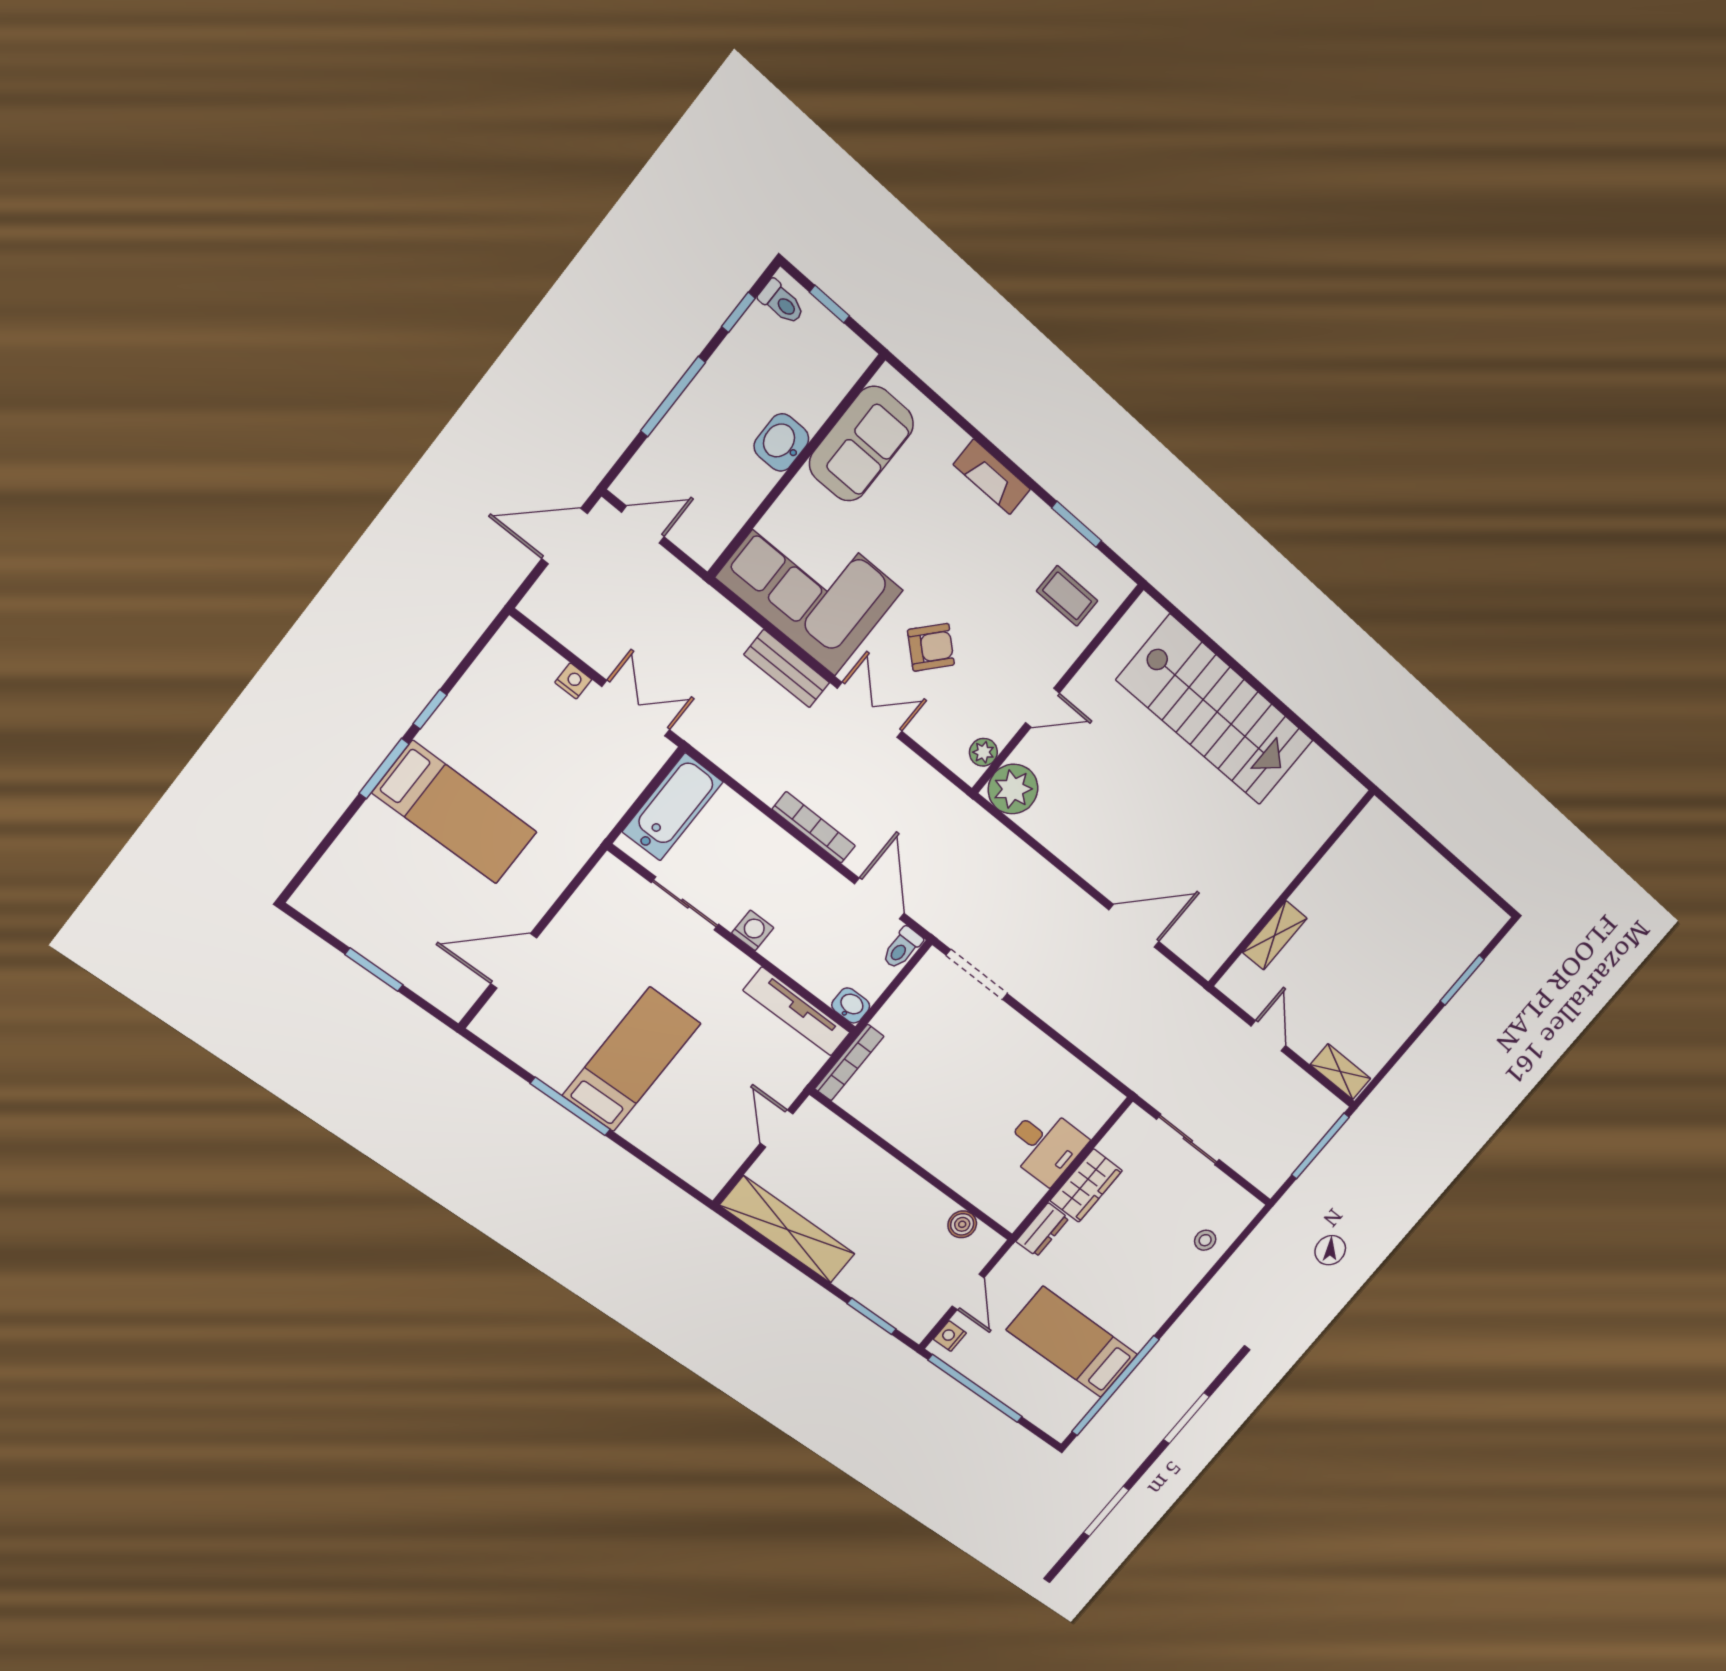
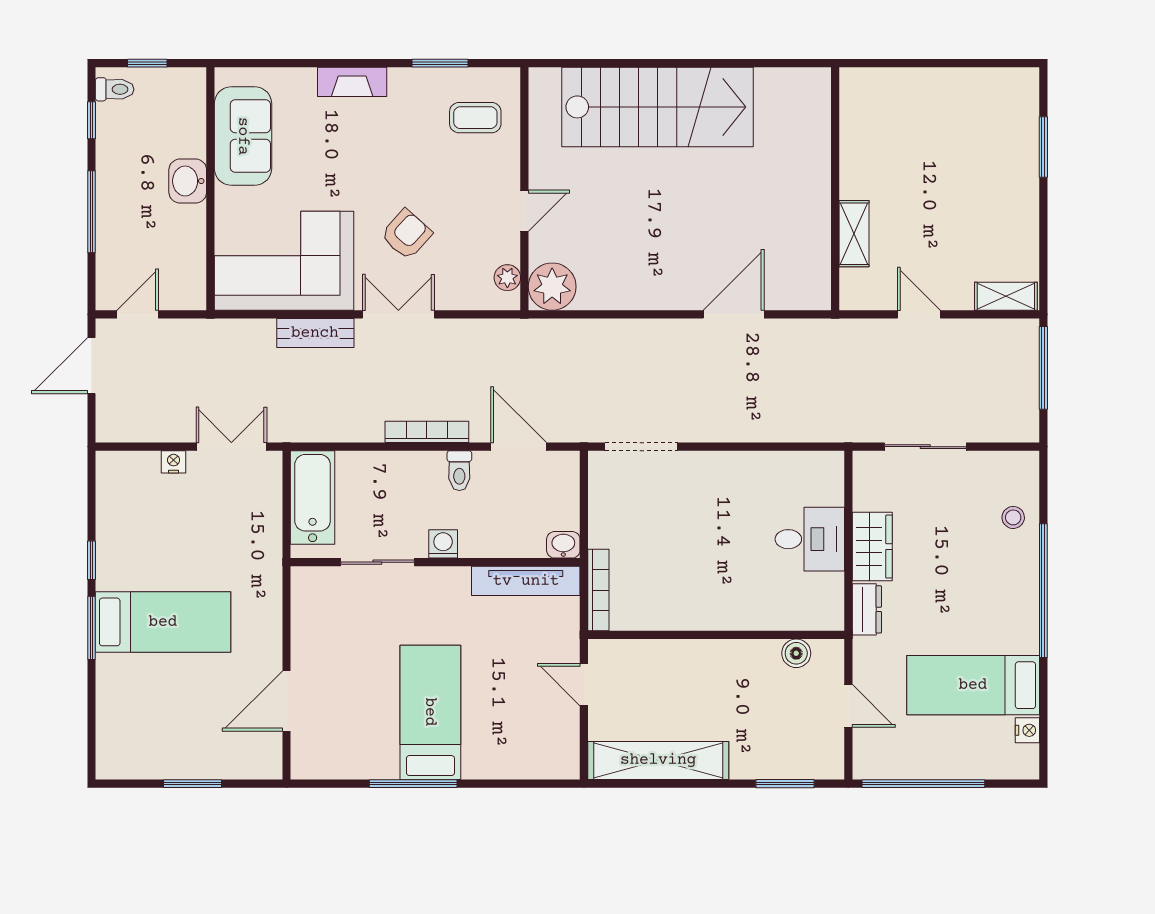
toilet: (902, 948) -> (459, 471), moved
nightstand: (950, 1336) -> (1027, 730), moved, turned 180
window: (1115, 1386) -> (1043, 591), moved

